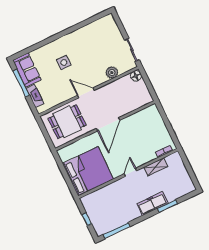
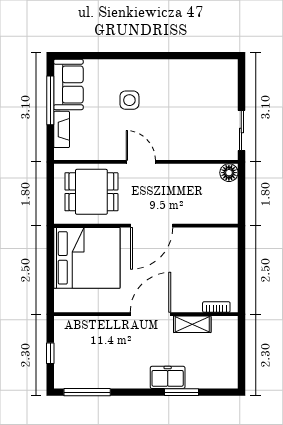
plant: (112, 73) -> (195, 150), removed
bed: (88, 171) -> (87, 258), moved
door: (130, 172) -> (150, 314), width x1.87
freezer: (152, 204) -> (168, 377), width x0.71

